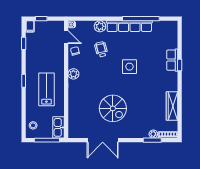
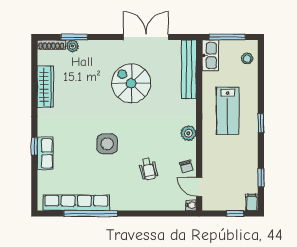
plant: (100, 26) -> (150, 202), removed
row of seats: (129, 26) -> (76, 203), moved
bench: (73, 118) -> (189, 69), added

